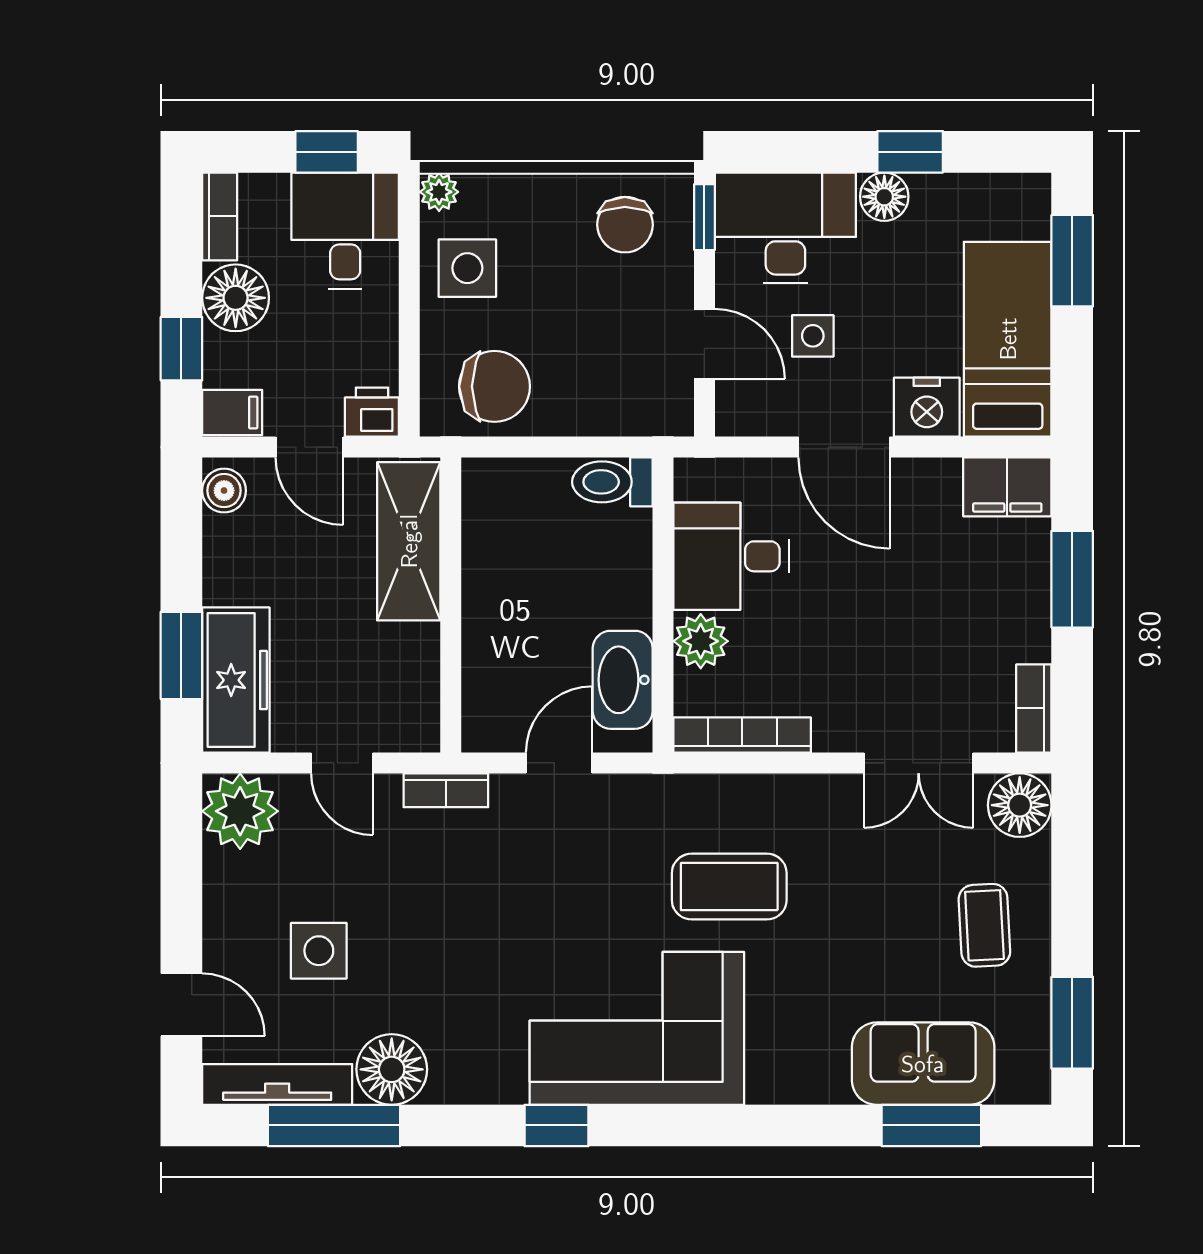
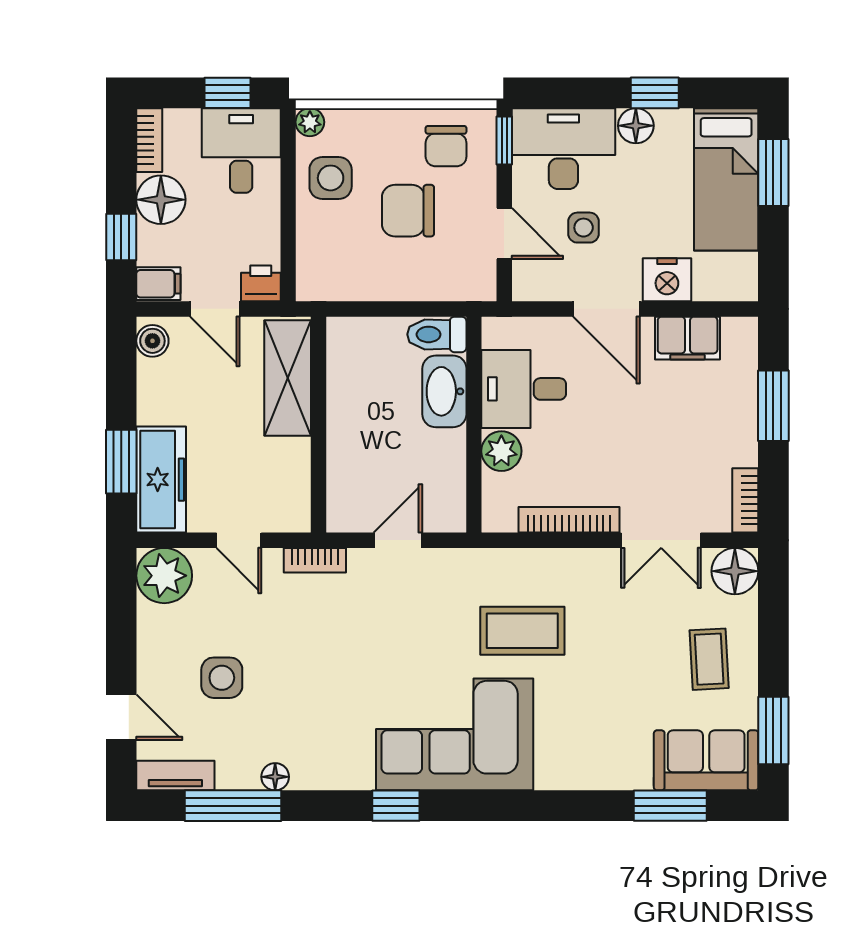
bed: (1008, 339) -> (726, 179), moved, turned 180
chair: (494, 386) -> (408, 211), moved, turned 180
filing cabinet: (1007, 487) -> (688, 338), moved
washbasin: (623, 680) -> (444, 391), moved
bookcase: (742, 735) -> (569, 520), moved
sofa: (923, 1064) -> (706, 760), moved
floor lamp: (392, 1069) -> (275, 777), width x0.53, depth x0.53
tv unit: (277, 1084) -> (175, 776), width x0.71

